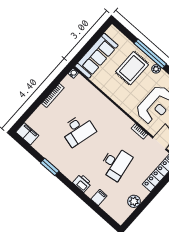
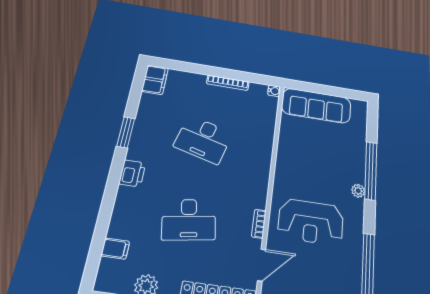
rug: (132, 68) -> (335, 159), removed
printer: (82, 183) -> (132, 173), moved
filing cabinet: (99, 197) -> (115, 249), moved

